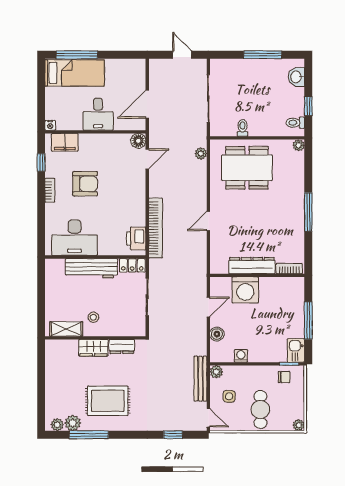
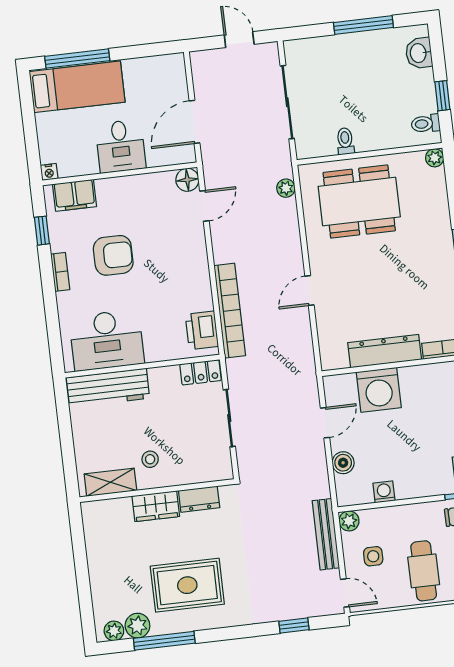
workbench: (91, 268) -> (108, 388), moved

